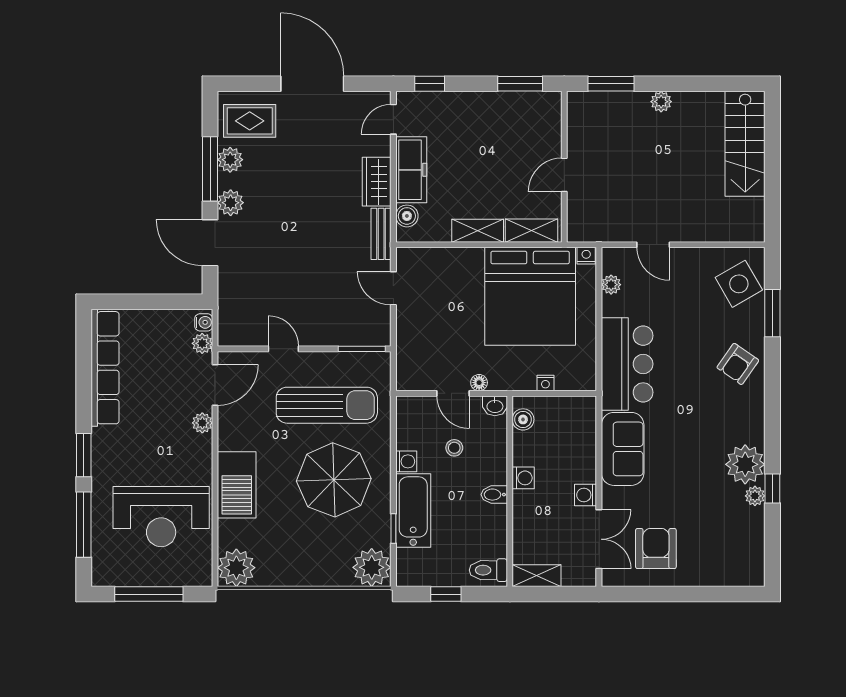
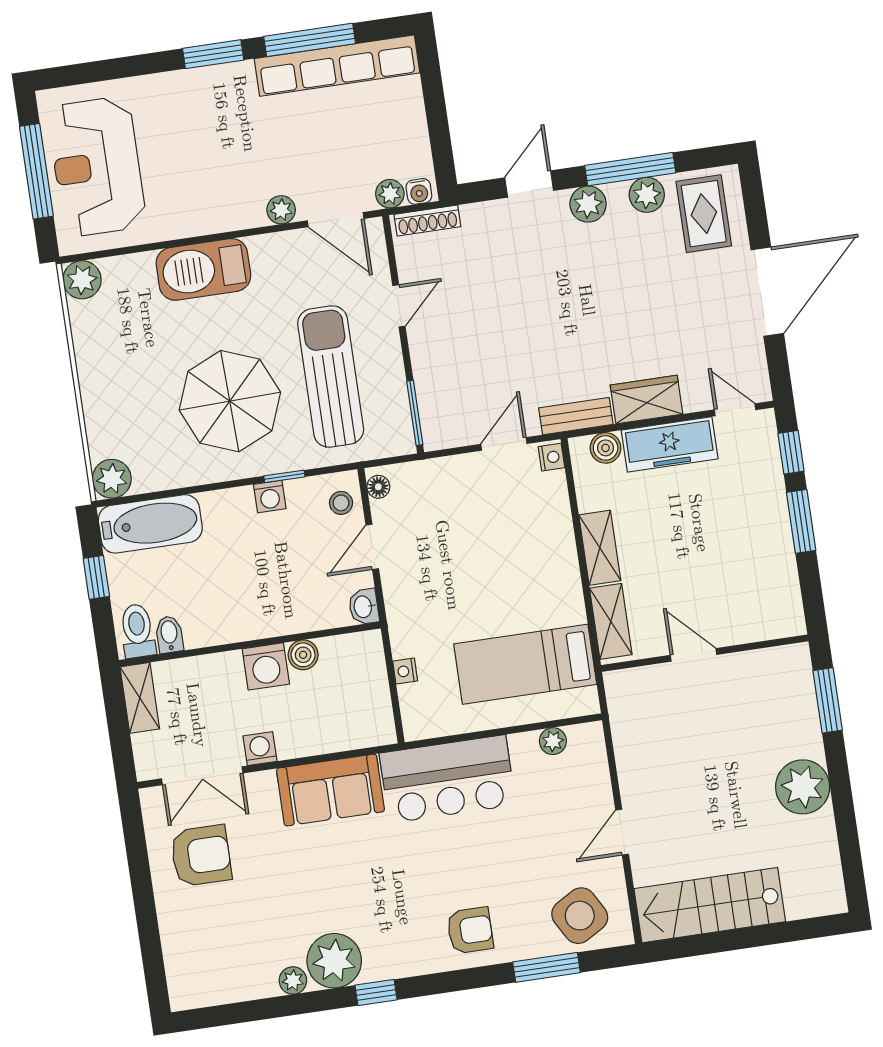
window: (520, 84) -> (801, 521), moved
plant: (661, 102) -> (803, 787), width x1.87, depth x1.87
stairs: (745, 144) -> (710, 905), moved
door: (210, 243) -> (529, 184), width x0.73
door: (653, 245) -> (622, 832), moved
nightstand: (586, 256) -> (551, 457), moved
bed: (530, 296) -> (525, 664), width x0.49
shoe rack: (225, 319) -> (427, 221), added
armchair: (738, 364) -> (470, 930), turned 145
floor lamp: (479, 383) -> (378, 487), moved
sun lounger: (327, 405) -> (331, 377), turned 180
boiler: (523, 419) -> (303, 655), moved
stool: (454, 448) -> (341, 503), moved
washing machine: (523, 478) -> (266, 666), width x1.38, depth x1.38
window: (772, 489) -> (376, 993), moved
bidet: (494, 495) -> (169, 634), moved
bathtub: (413, 511) -> (150, 524), moved
reception desk: (161, 517) -> (97, 167), moved
window: (84, 525) -> (310, 40), moved
window: (393, 529) -> (284, 476), moved
plant: (372, 567) -> (112, 479), width x0.73, depth x0.73
plant: (236, 568) -> (82, 280), width x0.73, depth x0.73

